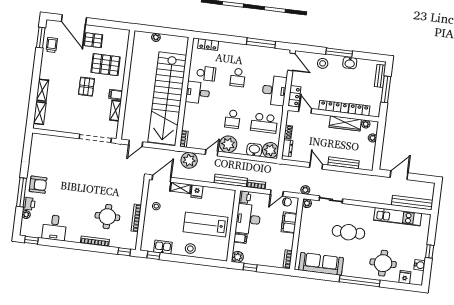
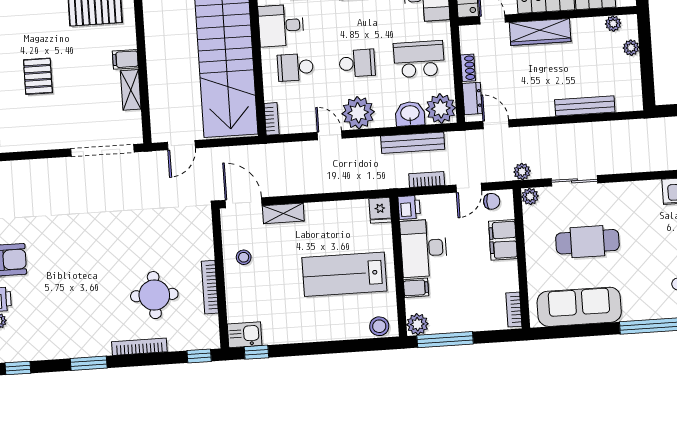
pallet: (86, 87) -> (38, 76), moved
school desk: (201, 115) -> (295, 67), added
school desk: (233, 119) -> (357, 63), turned -90
school desk: (264, 123) -> (419, 59), turned 180
wardrobe: (345, 123) -> (540, 32), moved
door: (212, 153) -> (330, 135), hinge flipped
plant: (189, 160) -> (289, 158), removed
door: (316, 166) -> (496, 124), moved
door: (162, 179) -> (244, 203), hinge flipped
bench: (231, 180) -> (413, 143), moved
fridge: (197, 192) -> (380, 210), moved
desk: (54, 227) -> (57, 335), removed
cafe table: (348, 232) -> (587, 242), moved
window: (68, 245) -> (89, 363), added
kitchen sink: (163, 247) -> (245, 335), moved
stool: (190, 249) -> (379, 326), moved
window: (250, 267) -> (445, 340), width x2.17

